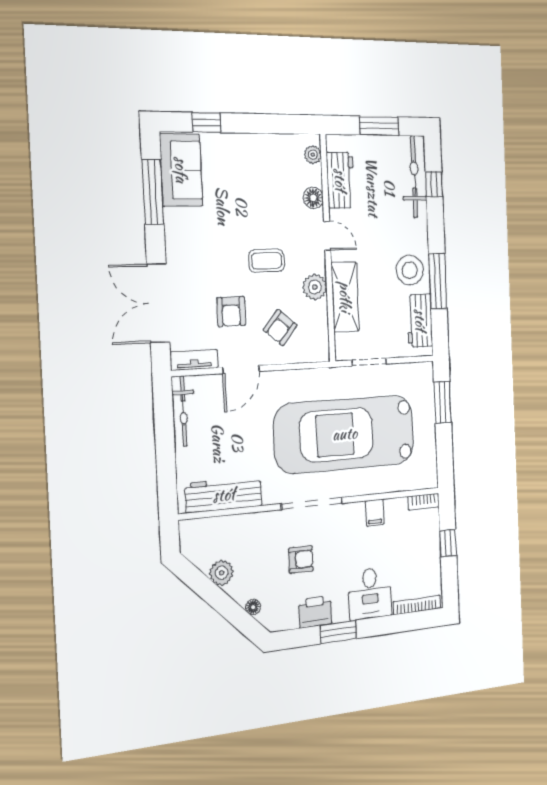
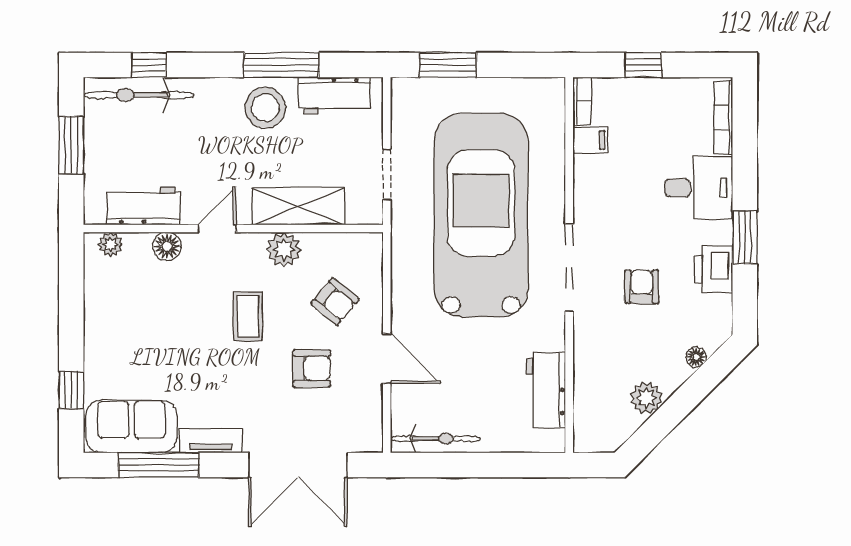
tv unit: (194, 360) -> (211, 441), moved, turned 90
car: (345, 434) -> (481, 215), turned 180
workbench: (224, 495) -> (546, 390), width x0.73
filing cabinet: (375, 513) -> (590, 140), moved

